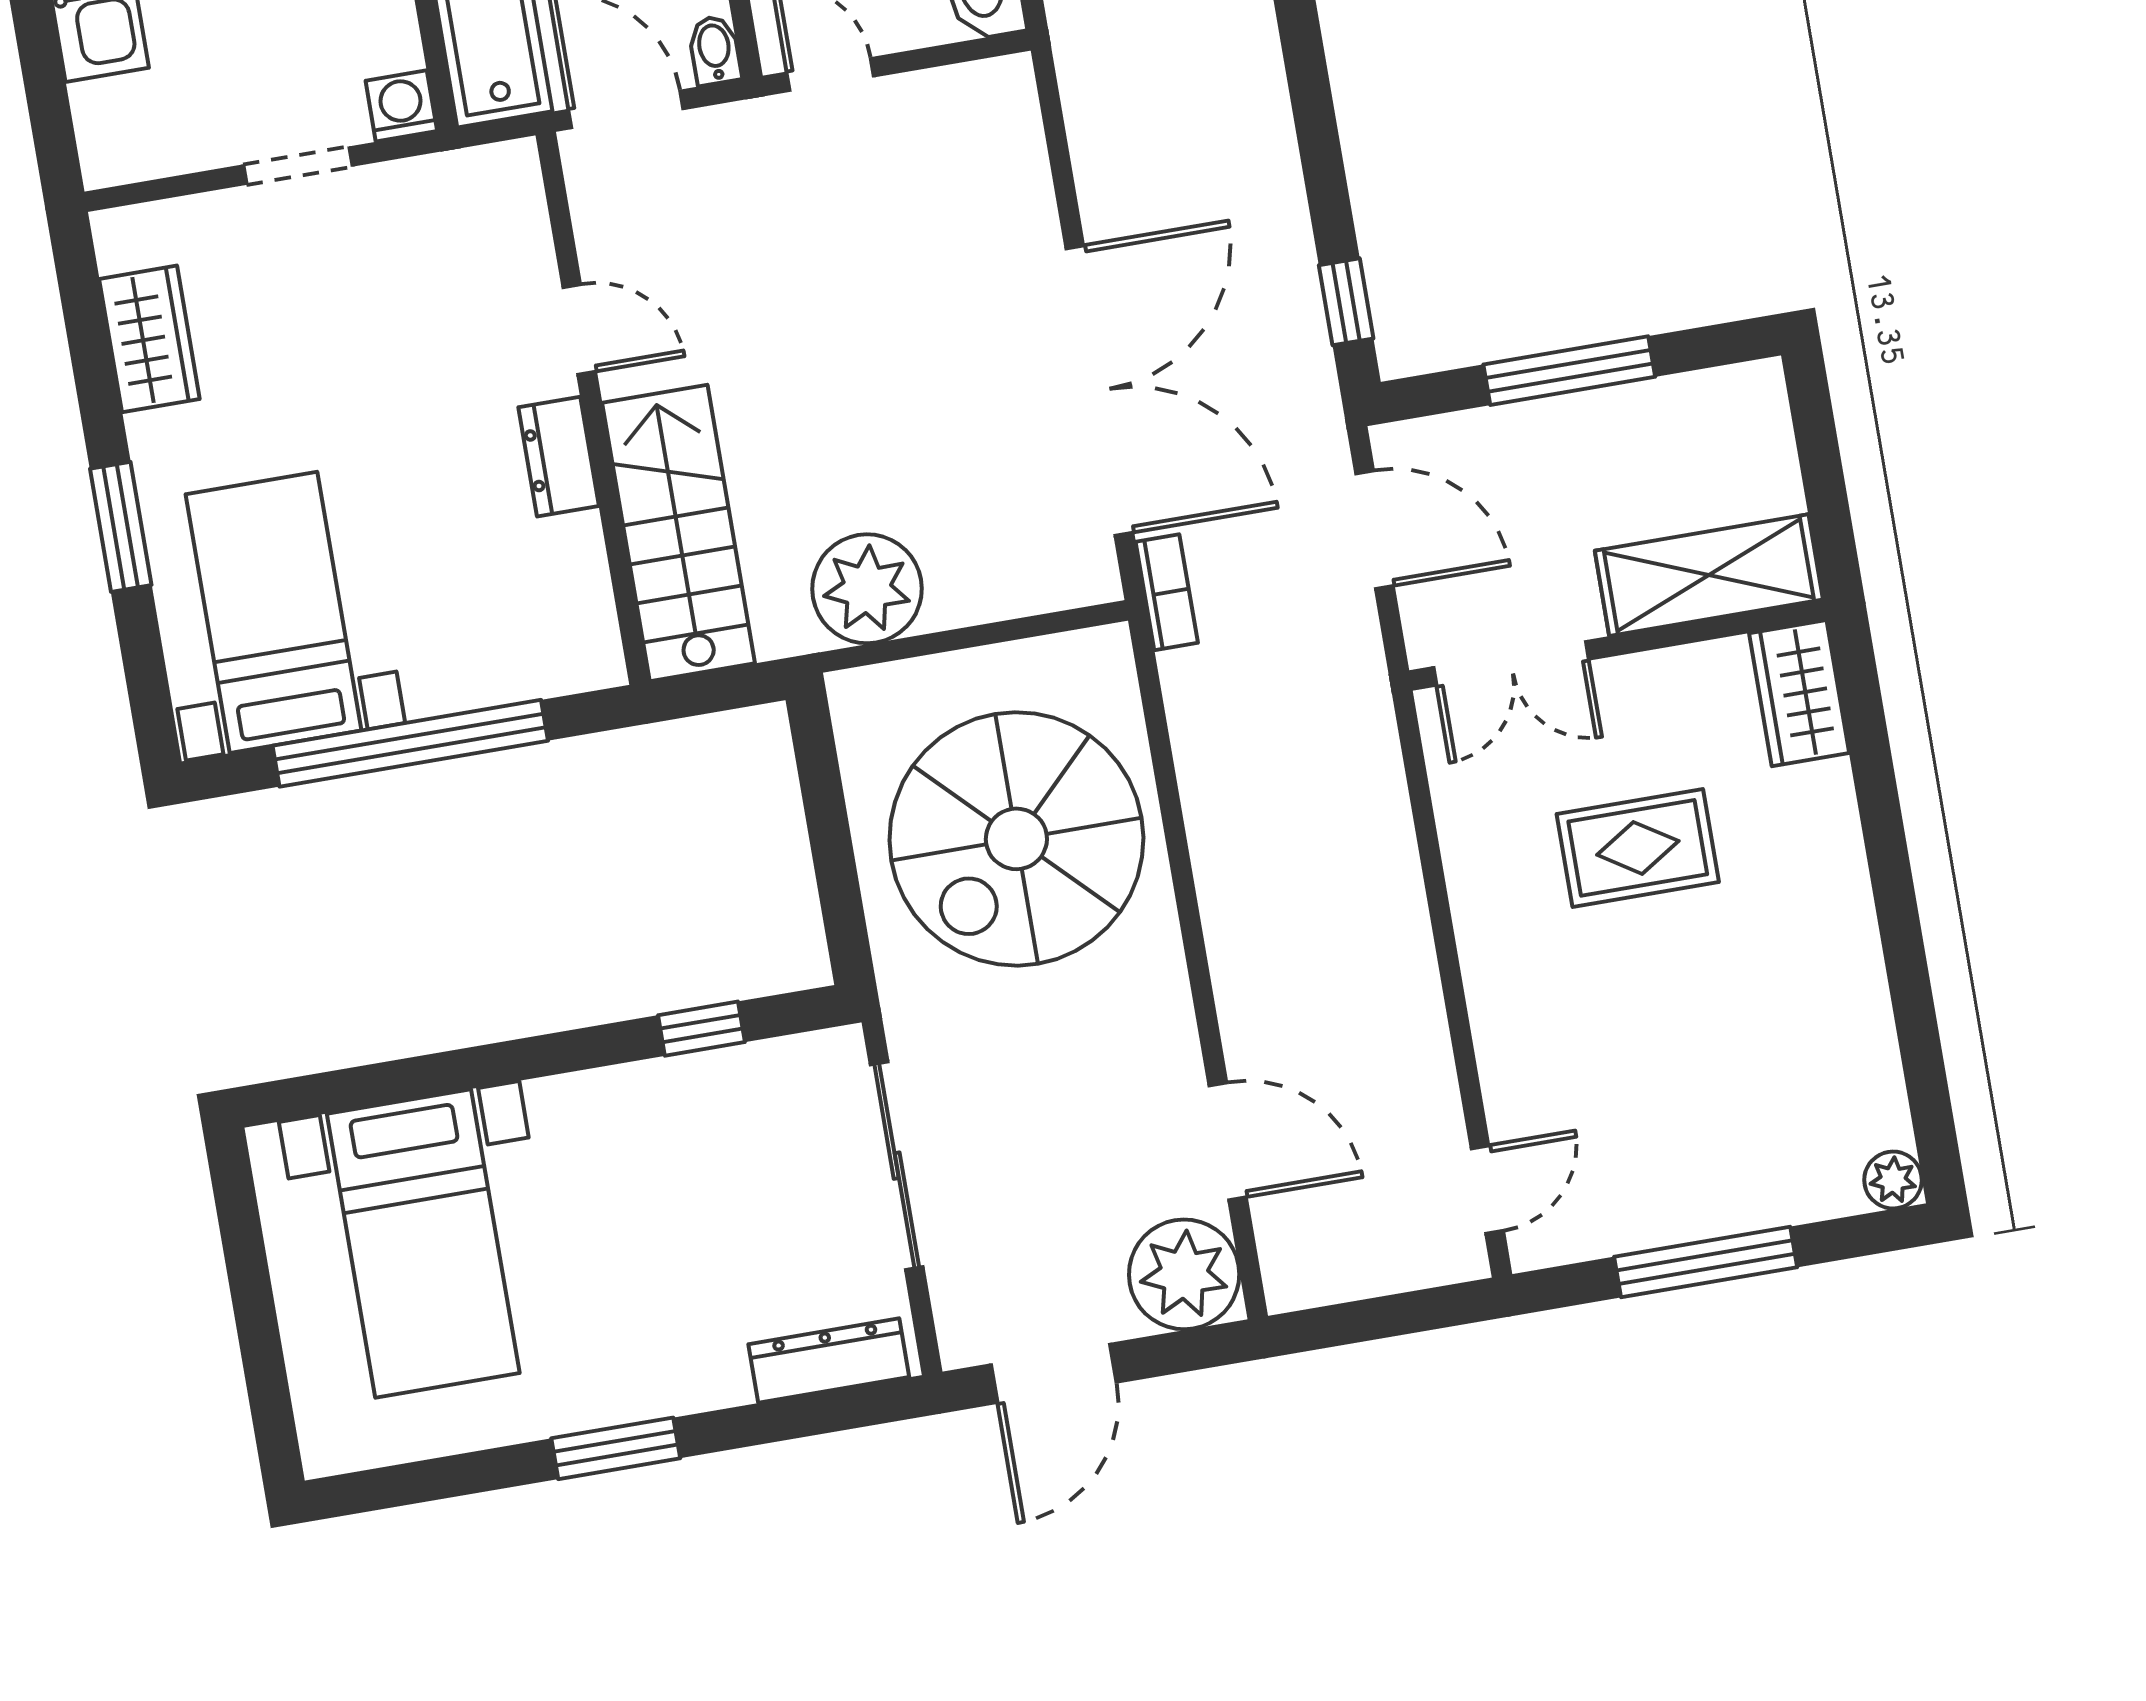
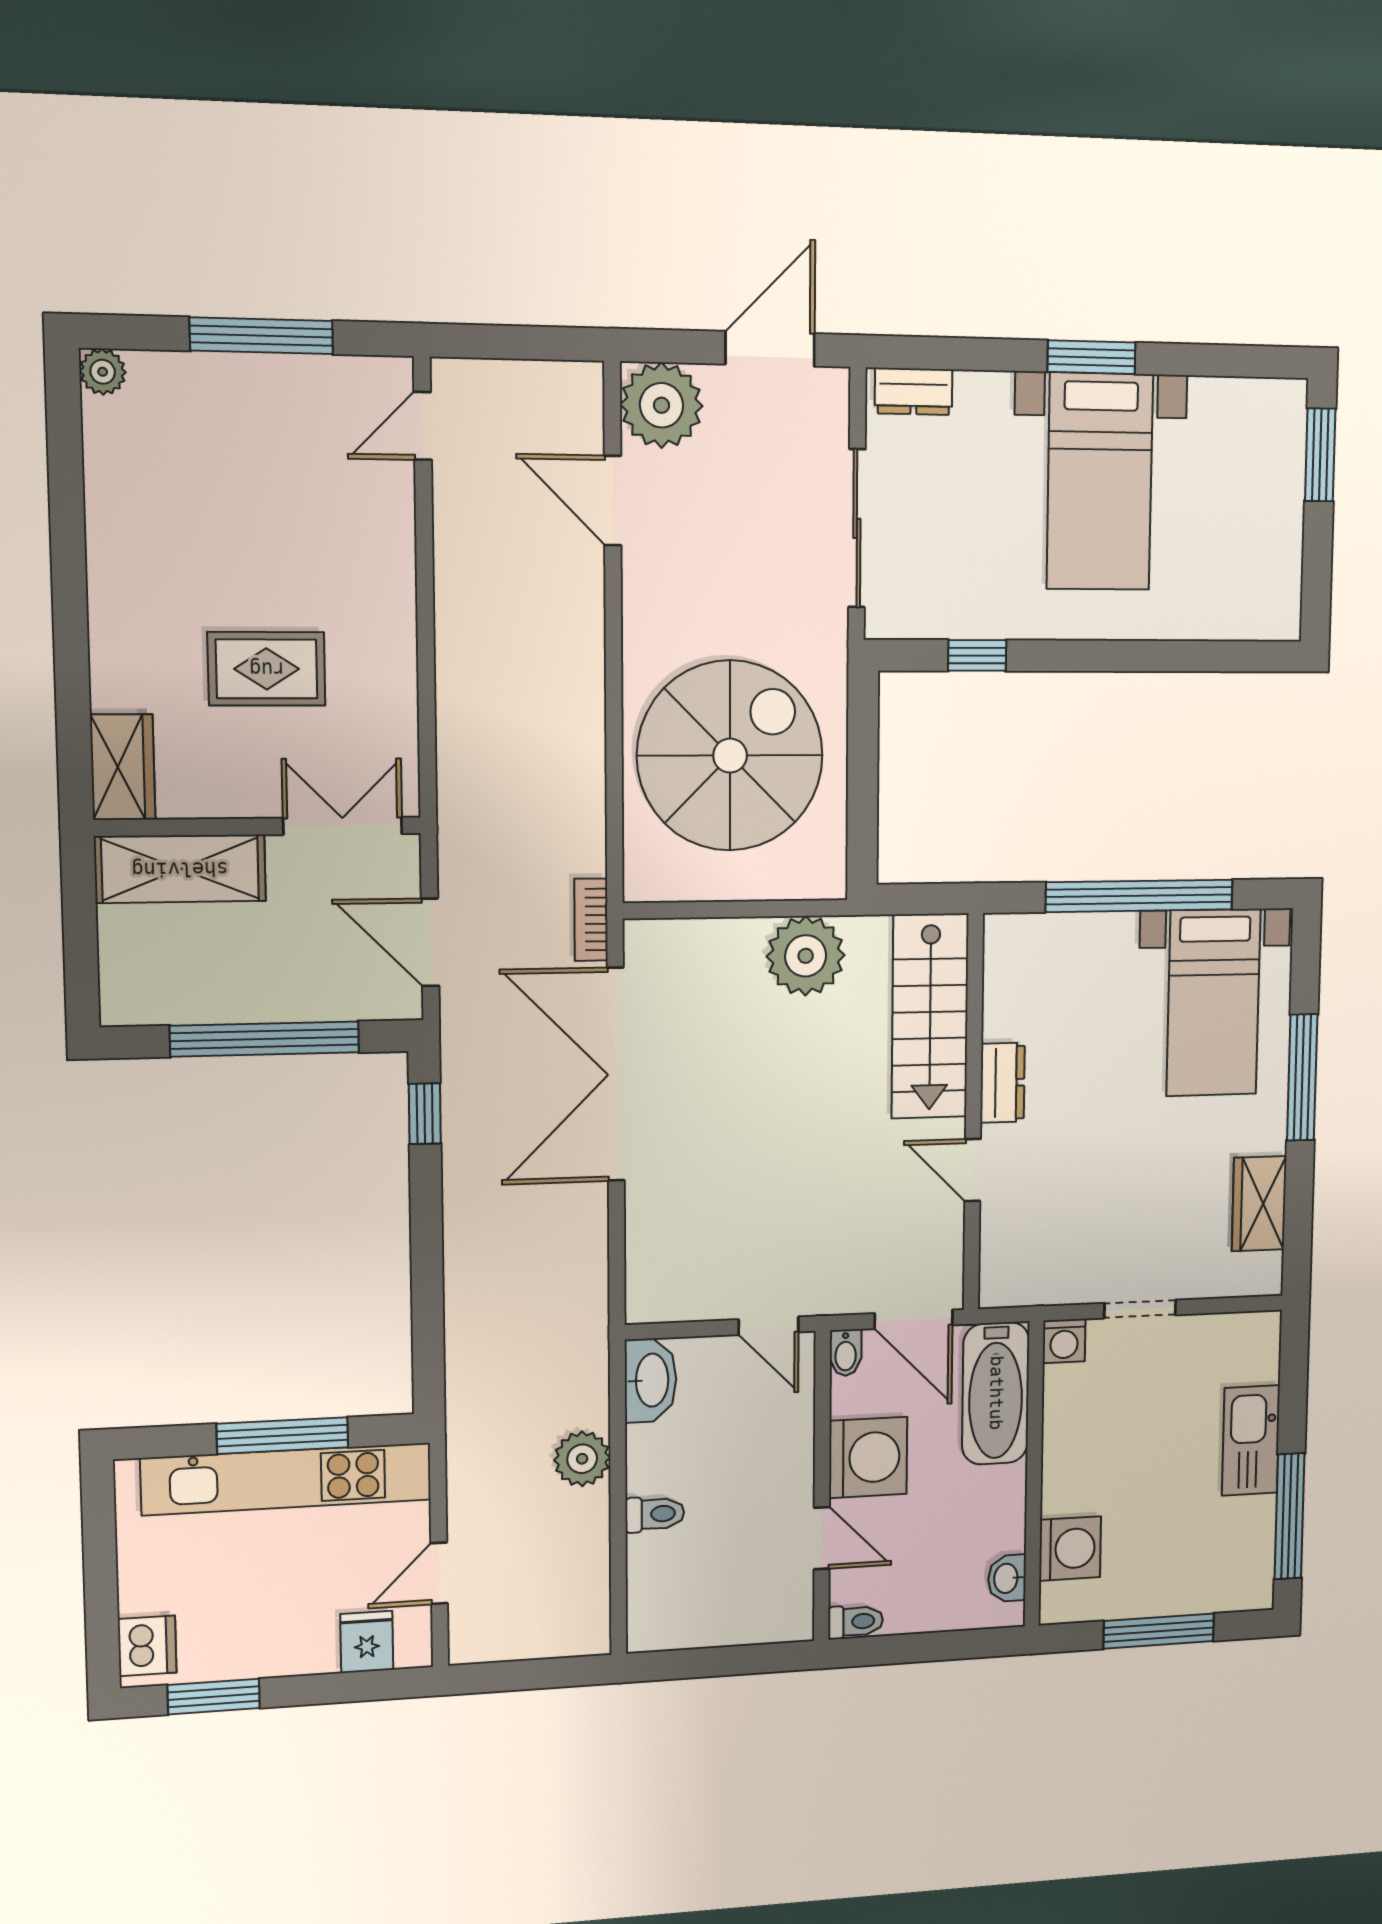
window: (1569, 371) -> (265, 1039), width x1.46
window: (121, 527) -> (1302, 1077), width x1.44
bed with nightstands: (423, 1243) -> (1100, 482), moved, turned 180
dresser: (829, 1361) -> (914, 391), width x0.70
window: (267, 1383) -> (1320, 455), added

